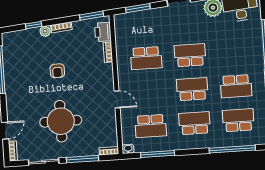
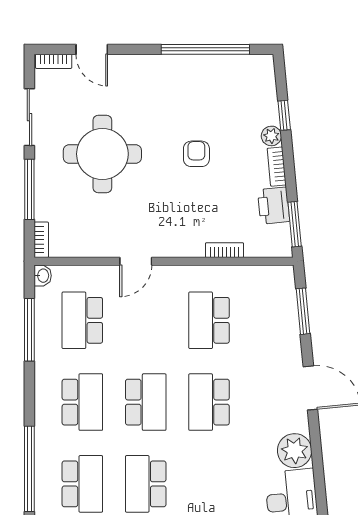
printer: (103, 32) -> (274, 206), moved, turned -96
school desk: (190, 55) -> (209, 402), turned 180
armchair: (57, 71) -> (196, 154), turned 90

